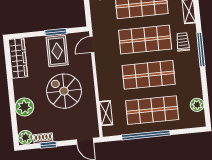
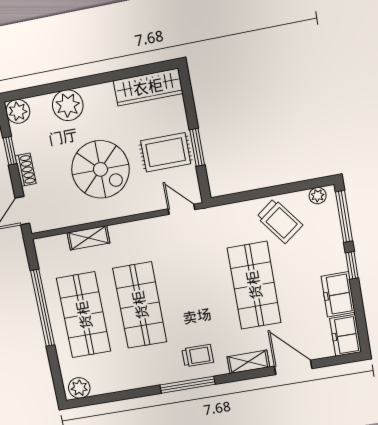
shop shelf: (145, 40) -> (197, 295), removed
spiral stairs: (64, 91) -> (100, 169), turned 90
plant: (197, 105) -> (79, 388), moved
shelving: (106, 113) -> (88, 238), moved
shoe rack: (43, 138) -> (26, 170), moved

